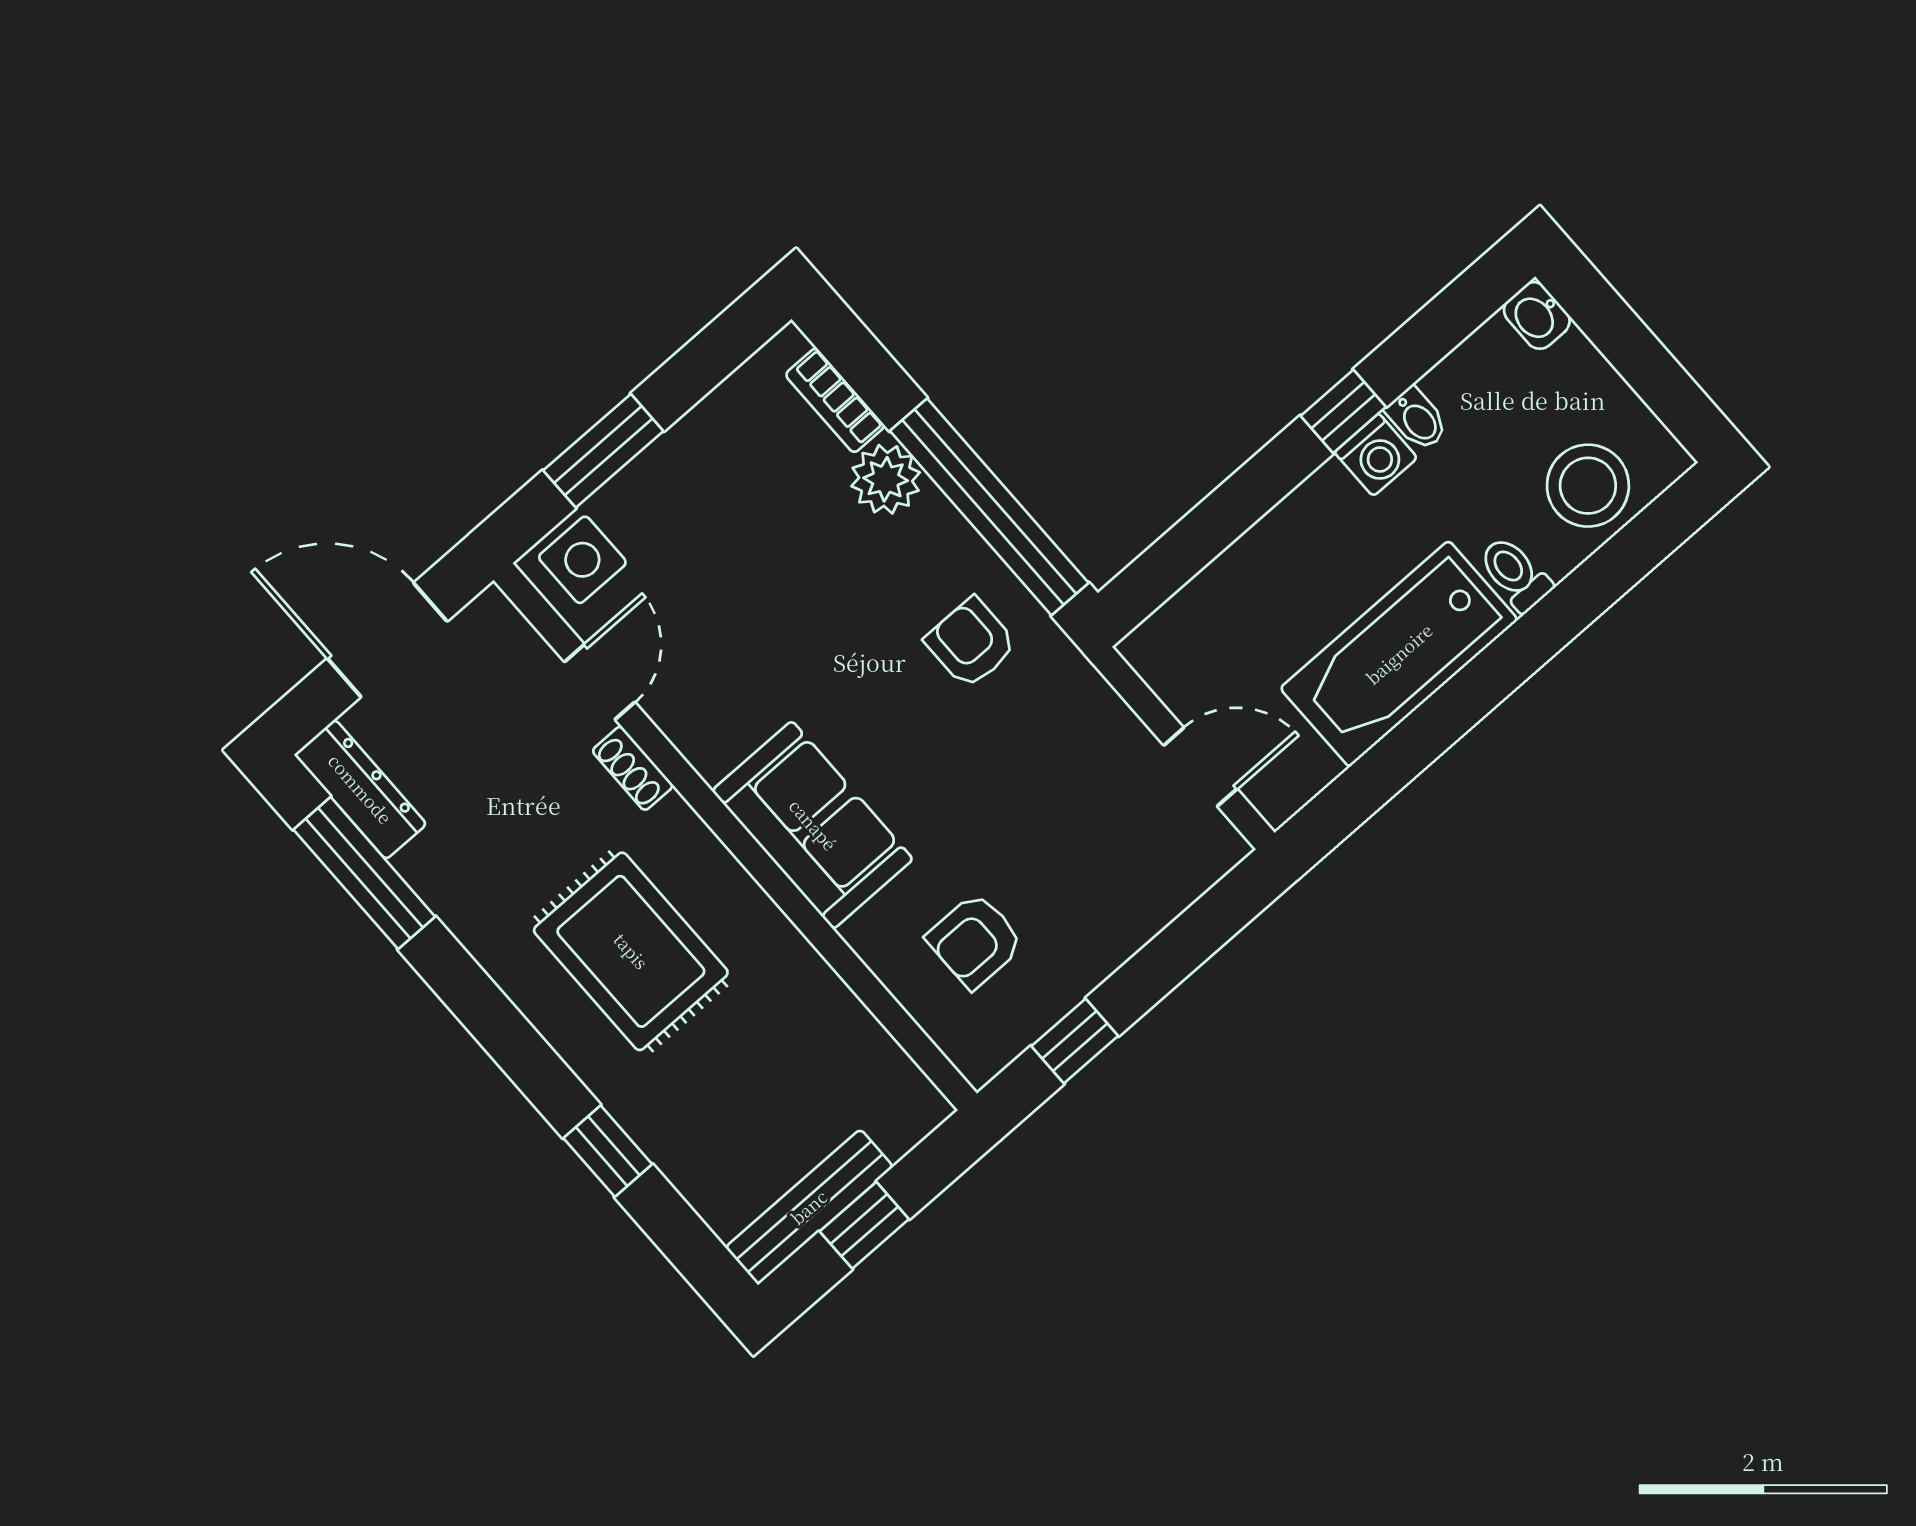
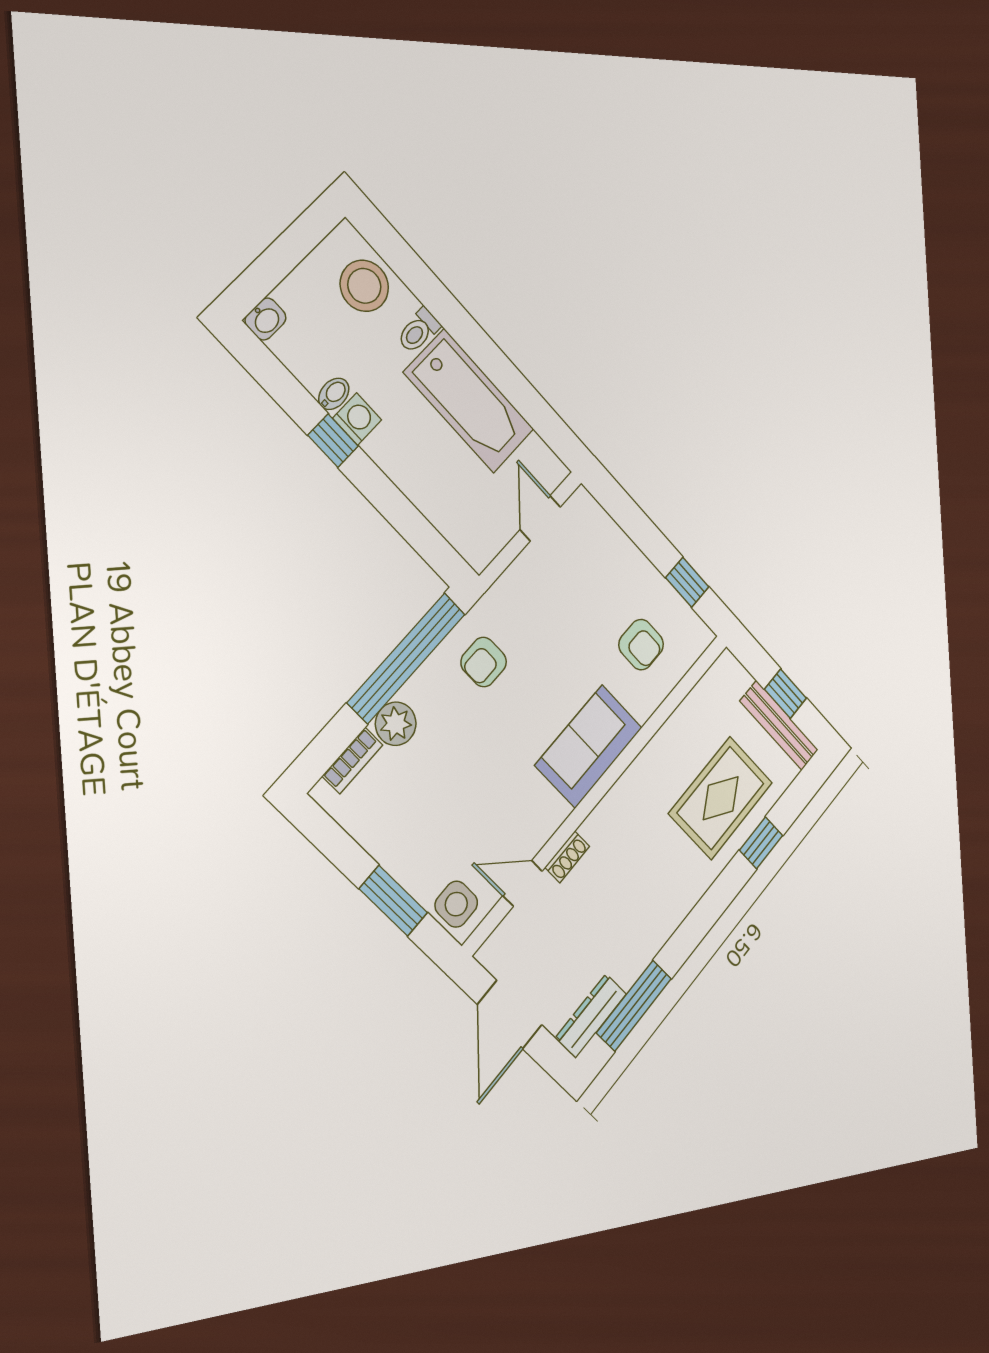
rug: (631, 951) -> (721, 798), moved

